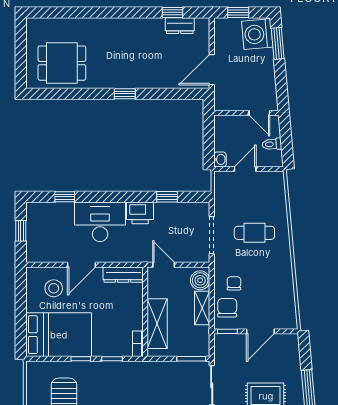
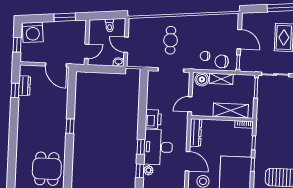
window: (278, 43) -> (65, 17), moved
door: (259, 113) -> (87, 51), moved
window: (167, 197) -> (141, 147), moved
plant: (66, 209) -> (148, 170), added

